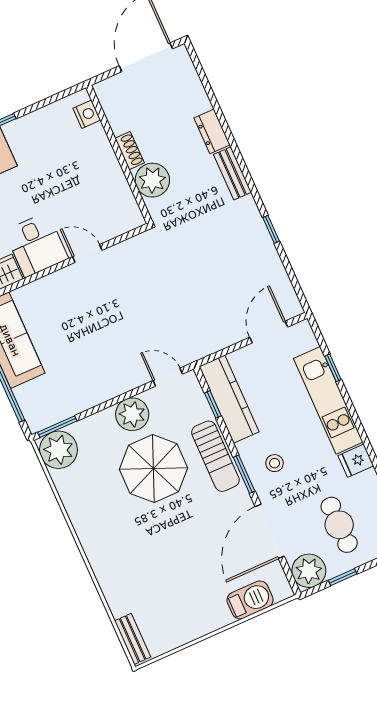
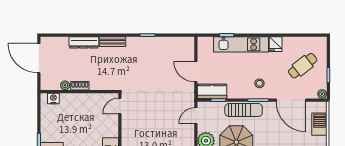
dresser: (212, 131) -> (84, 42), width x1.44
plant: (152, 180) -> (65, 85), moved, width x0.53, depth x0.53
door: (87, 254) -> (120, 106), moved
door: (269, 332) -> (196, 72), moved
kitchen counter: (229, 399) -> (212, 91), width x0.67
cafe table: (339, 525) -> (303, 66), turned -38
plant: (309, 571) -> (322, 94), width x0.53, depth x0.53

